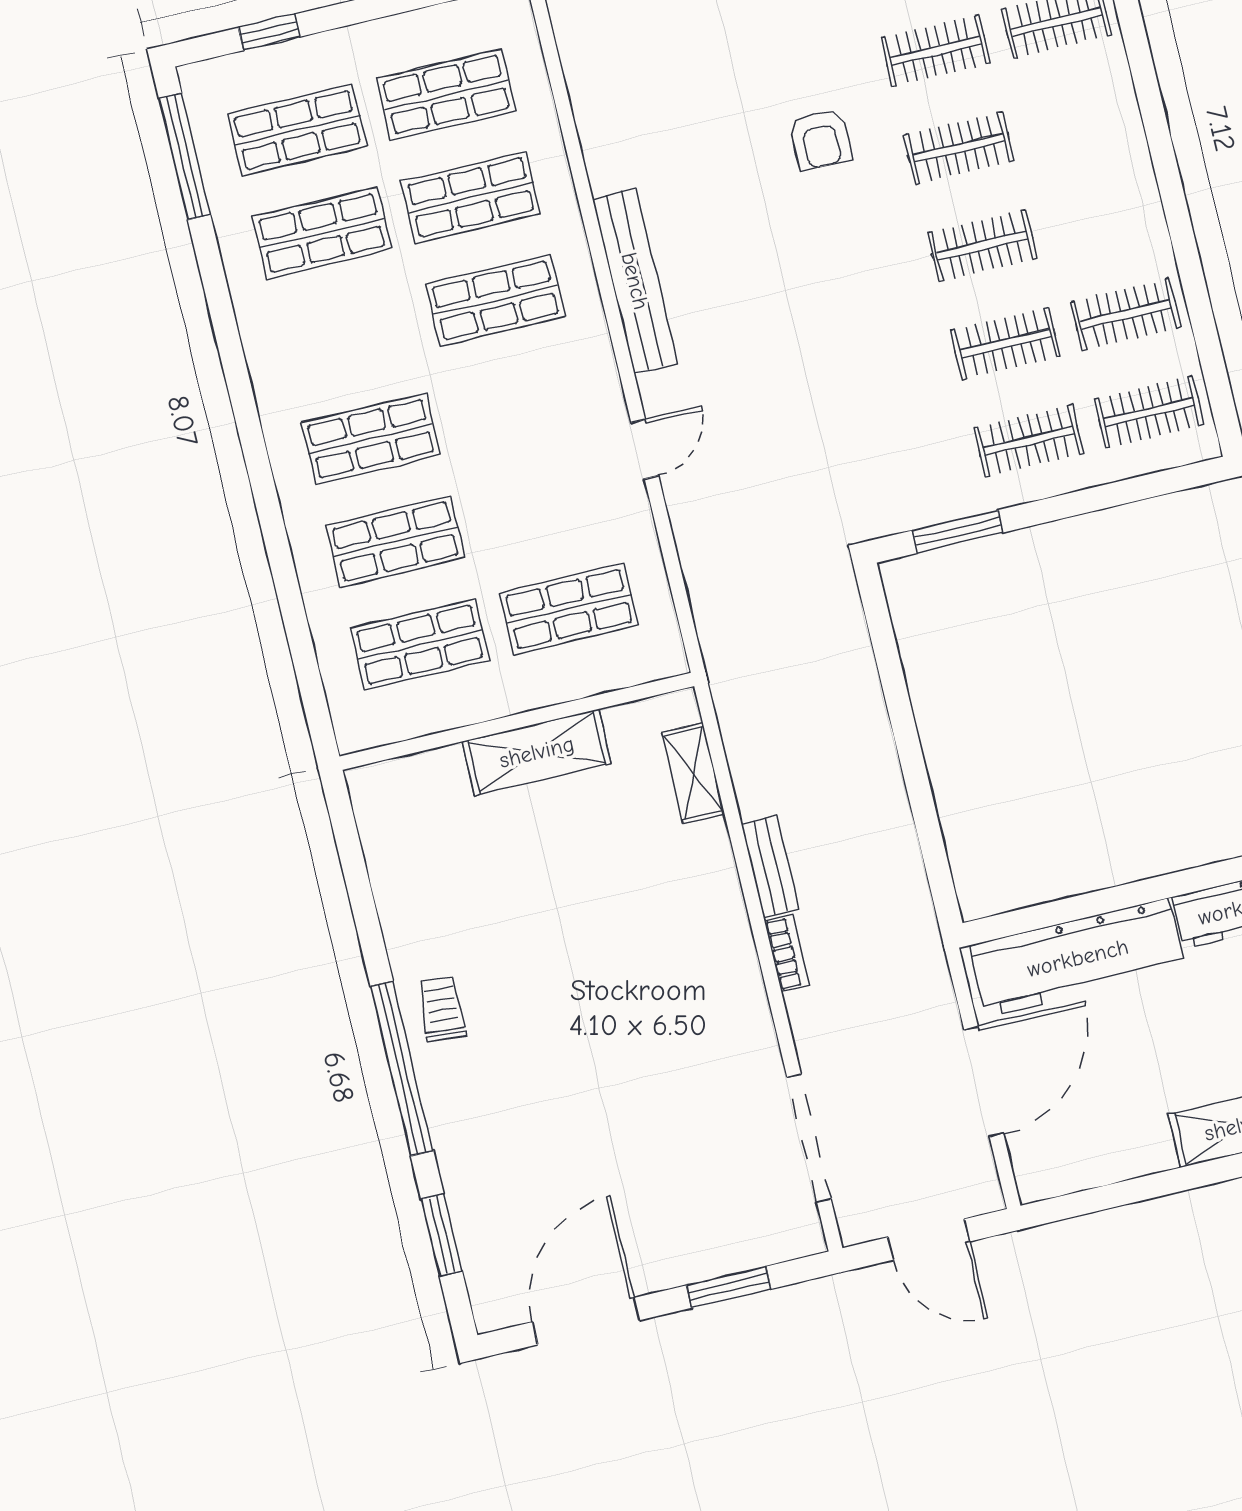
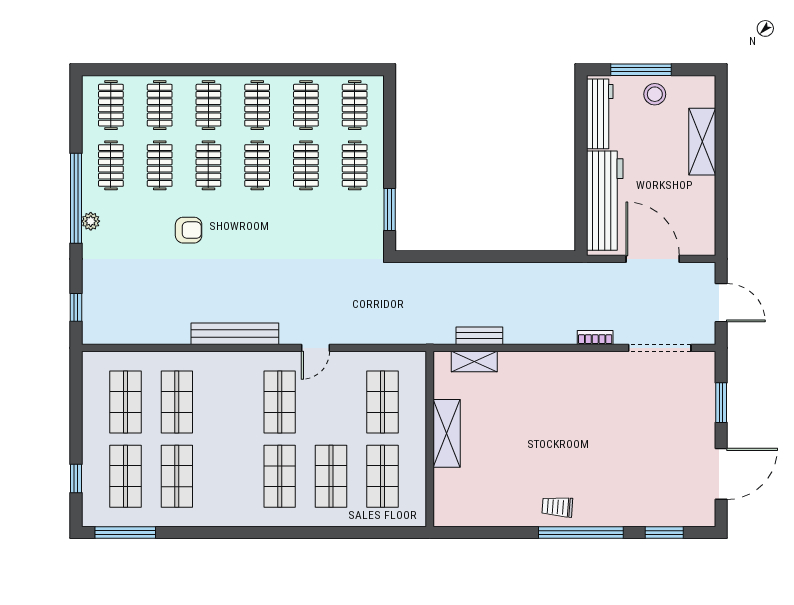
clothes rail: (1079, 119) -> (208, 105), added
clothes rail: (1103, 217) -> (257, 105), added
shop shelf: (495, 300) -> (280, 402), moved
door: (645, 449) -> (315, 348), swing flipped
bench: (770, 866) -> (479, 336), moved
bookcase: (787, 953) -> (595, 337), moved
door: (929, 1239) -> (721, 303), hinge flipped
door: (586, 1321) -> (721, 474), swing flipped

